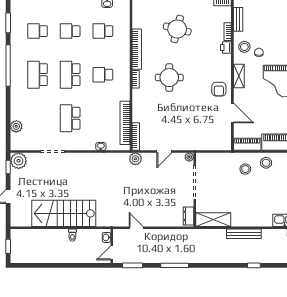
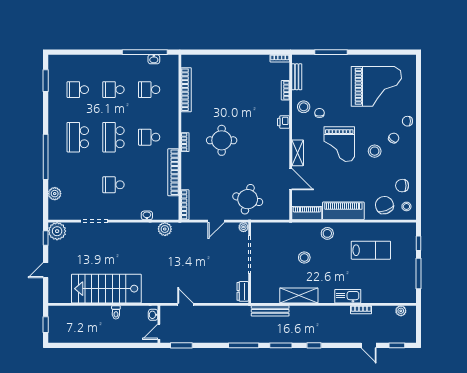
round table: (177, 29) -> (248, 199), moved
printer: (226, 47) -> (283, 122), moved
bookcase: (137, 49) -> (186, 90), moved
window: (8, 66) -> (46, 157), moved
shelving: (239, 76) -> (298, 153), moved
armchair: (219, 89) -> (276, 153), removed
school desk: (70, 118) -> (113, 185), width x0.54
bookcase: (125, 123) -> (173, 172), moved
plant: (135, 159) -> (165, 229), moved
stool: (245, 169) -> (304, 258), moved
shelving: (213, 220) -> (299, 295), moved
bench: (244, 234) -> (270, 311), moved
window: (175, 265) -> (244, 345), moved
window: (224, 265) -> (281, 345), added

